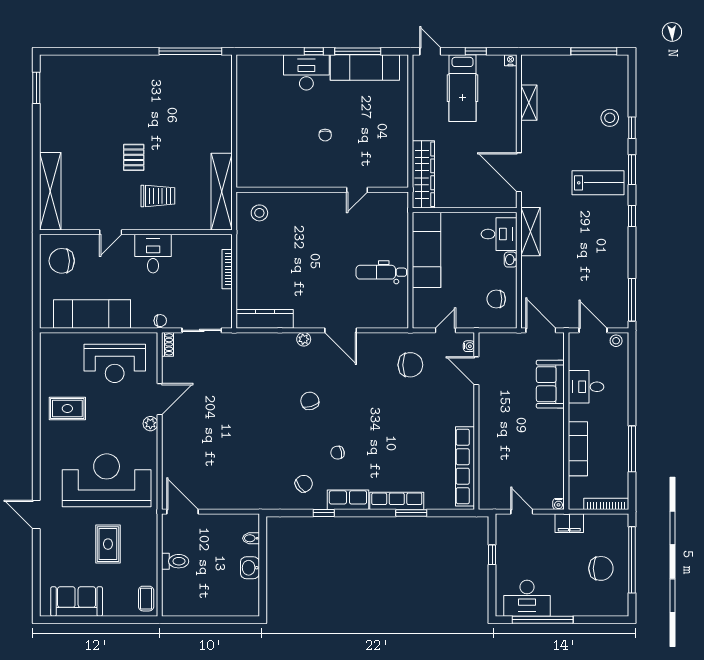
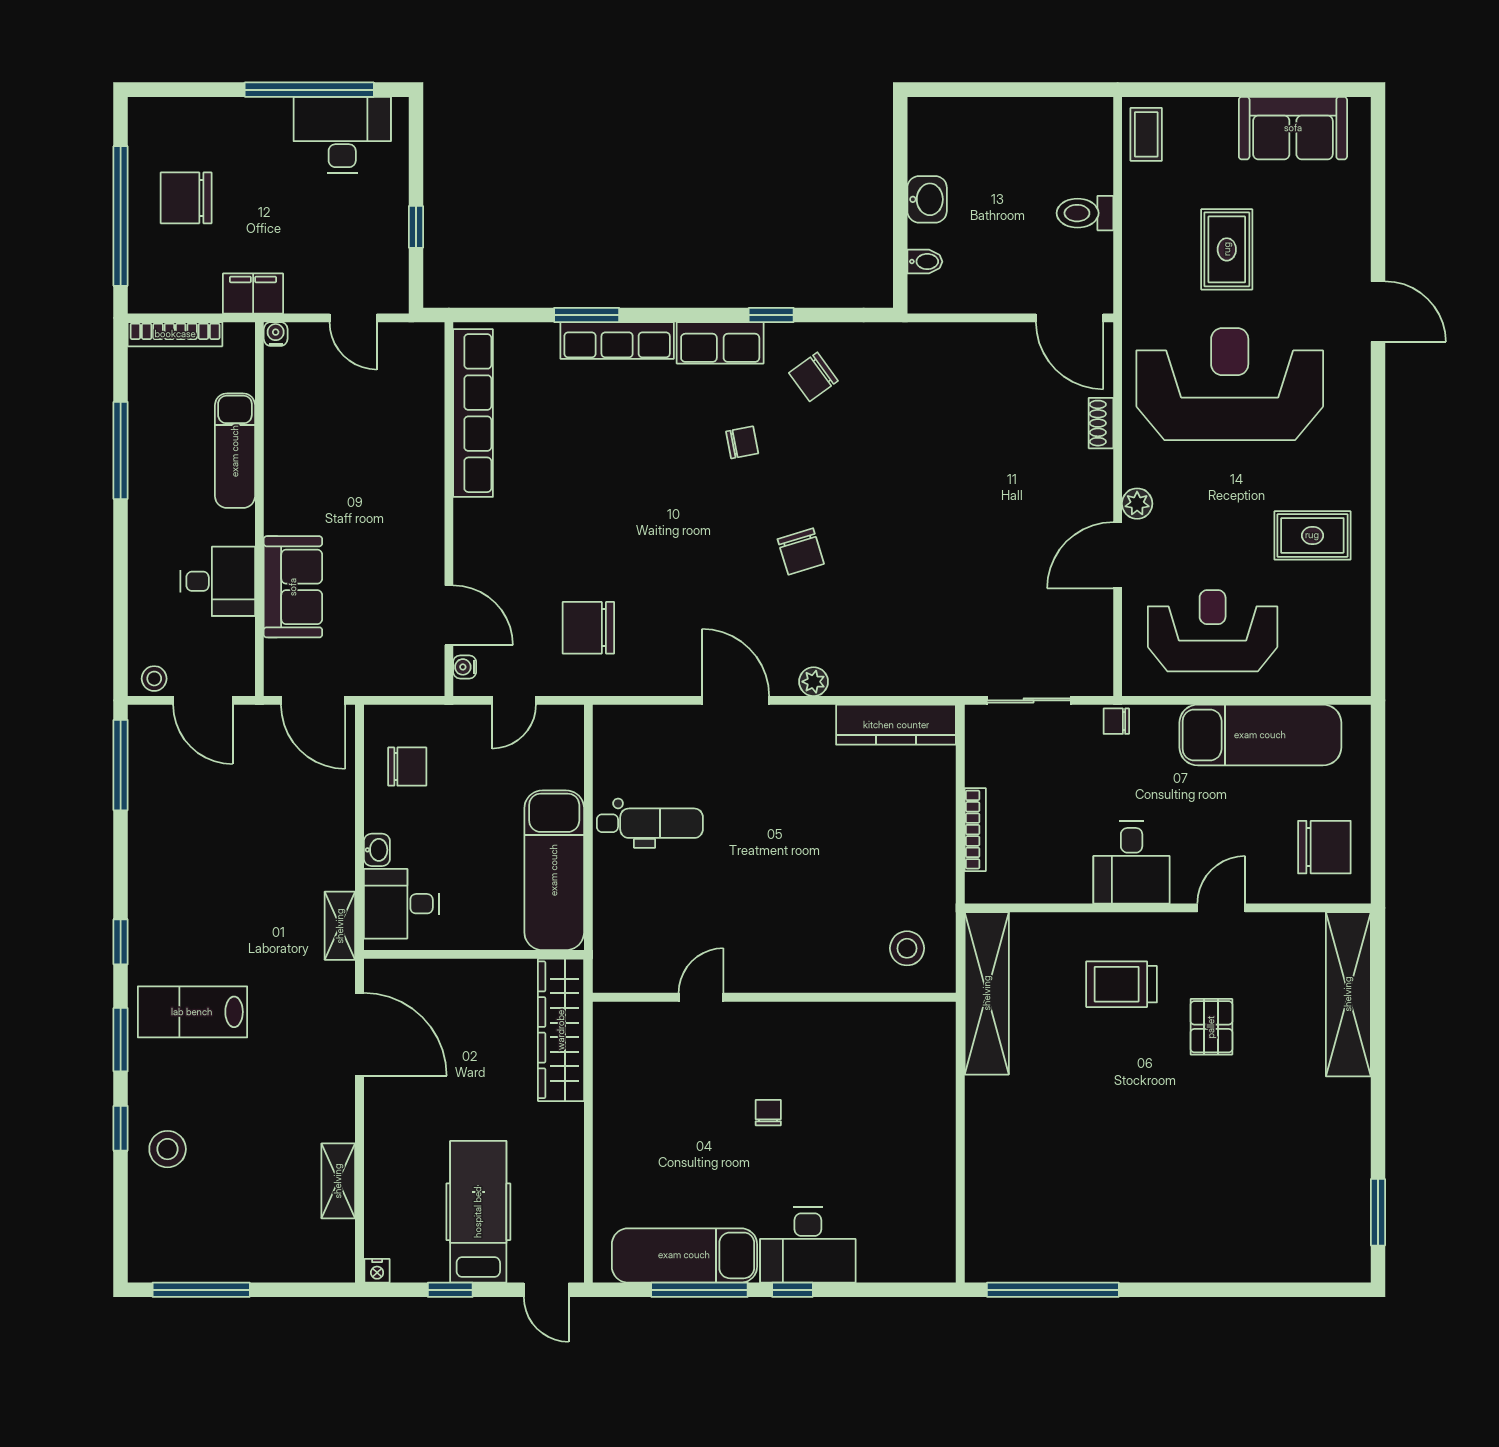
pallet: (134, 157) -> (1211, 1027), moved
shelving: (531, 232) -> (340, 926), width x0.67, depth x0.75
shoe rack: (168, 344) -> (1101, 423), moved
reception desk: (107, 480) -> (1230, 384), turned 180

